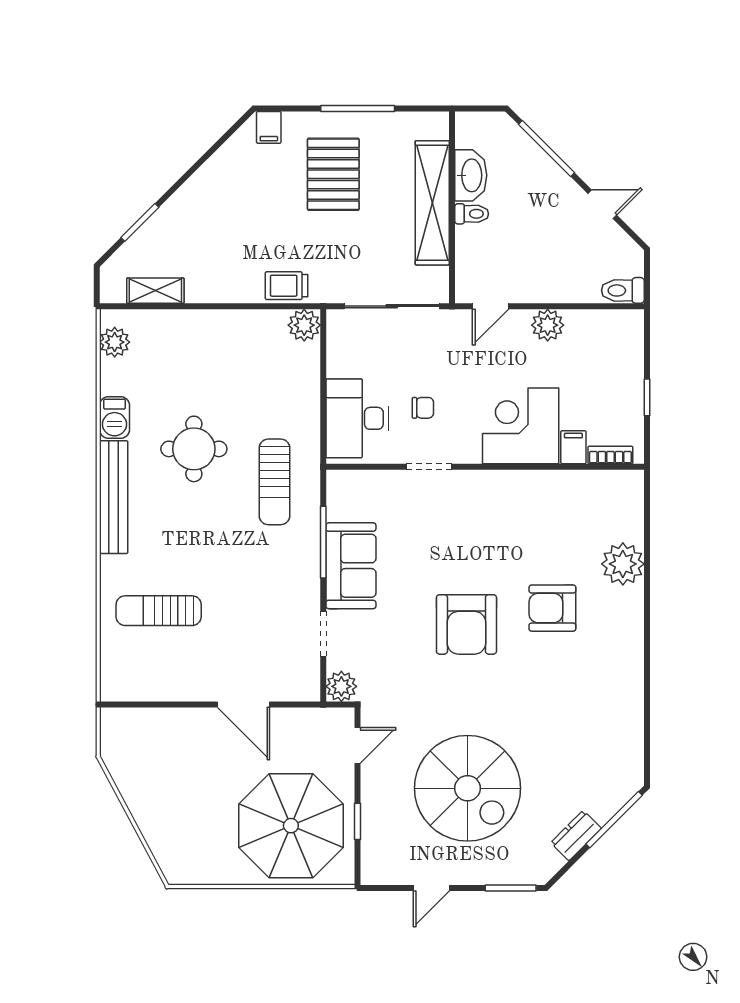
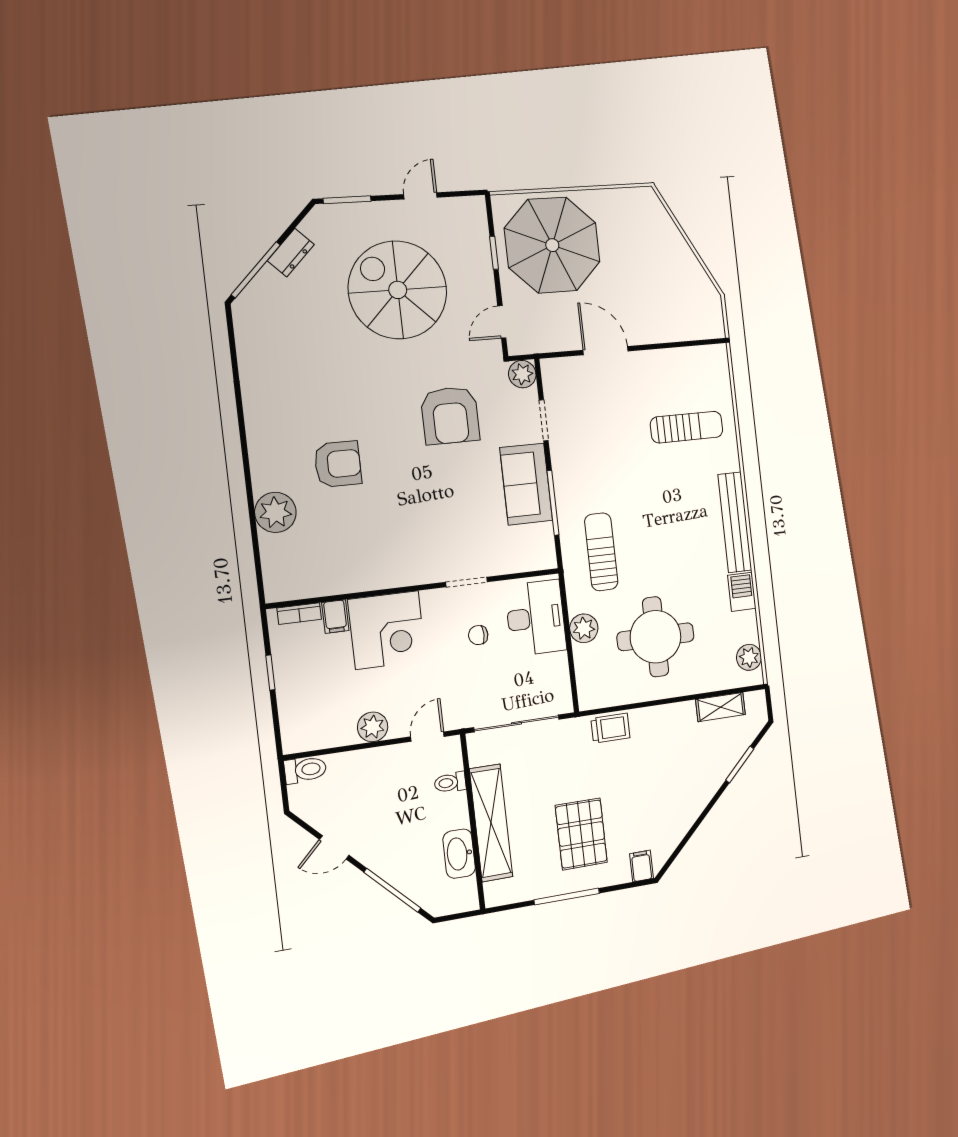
toilet: (472, 214) -> (450, 782), moved
plant: (304, 325) -> (584, 628), moved
round table: (194, 449) -> (656, 637), moved, width x1.36, depth x1.36
armchair: (466, 624) -> (450, 415), moved, turned 180

